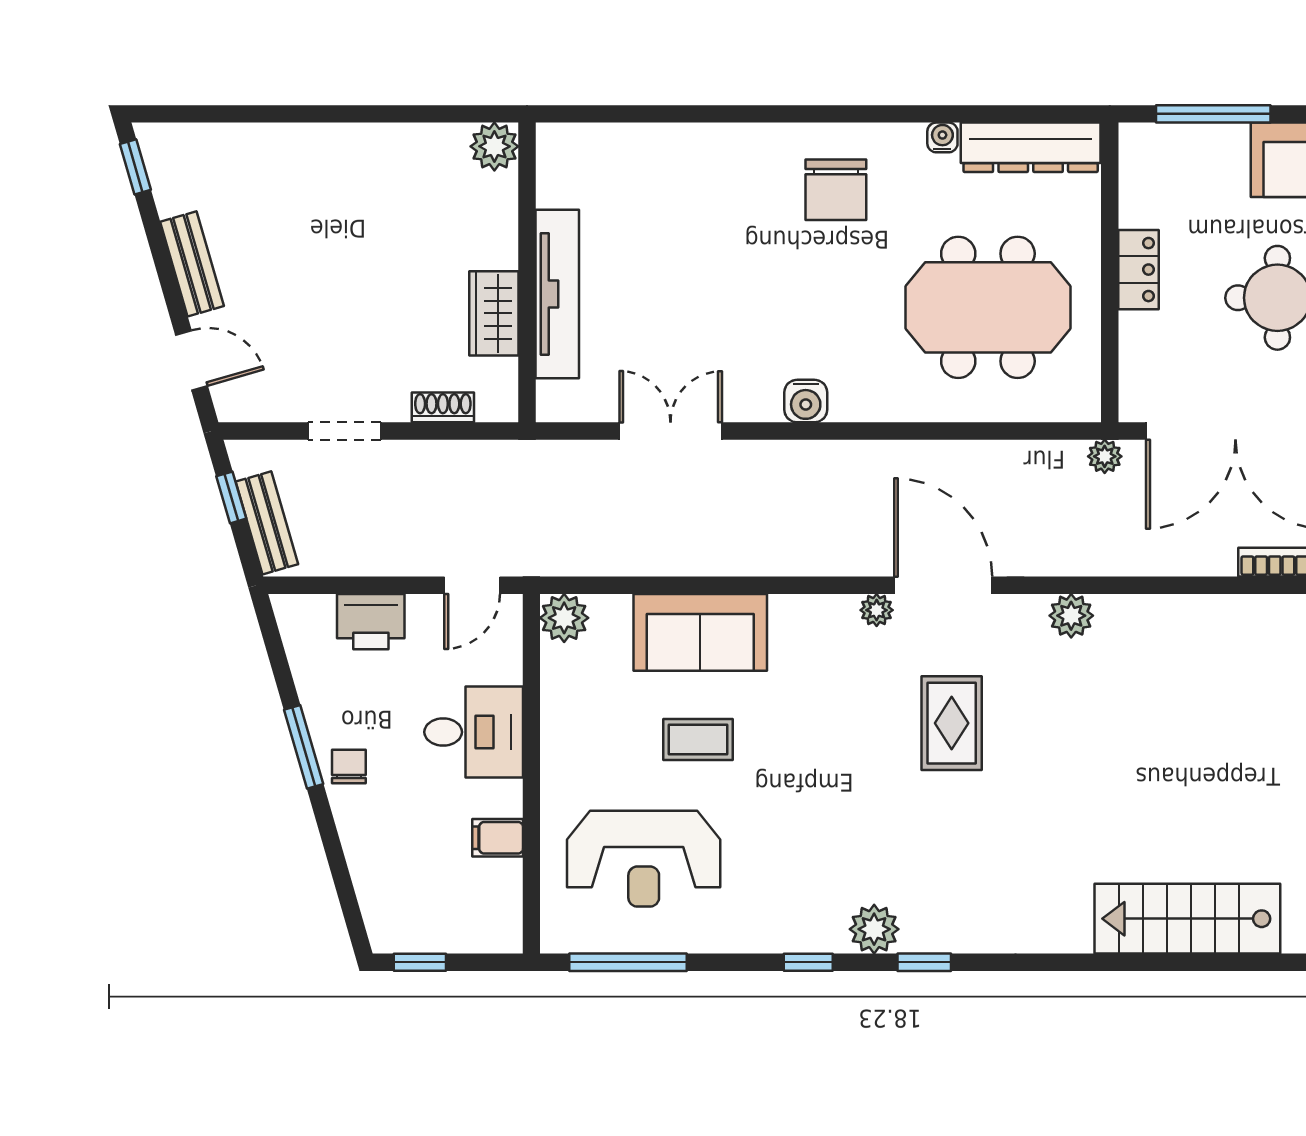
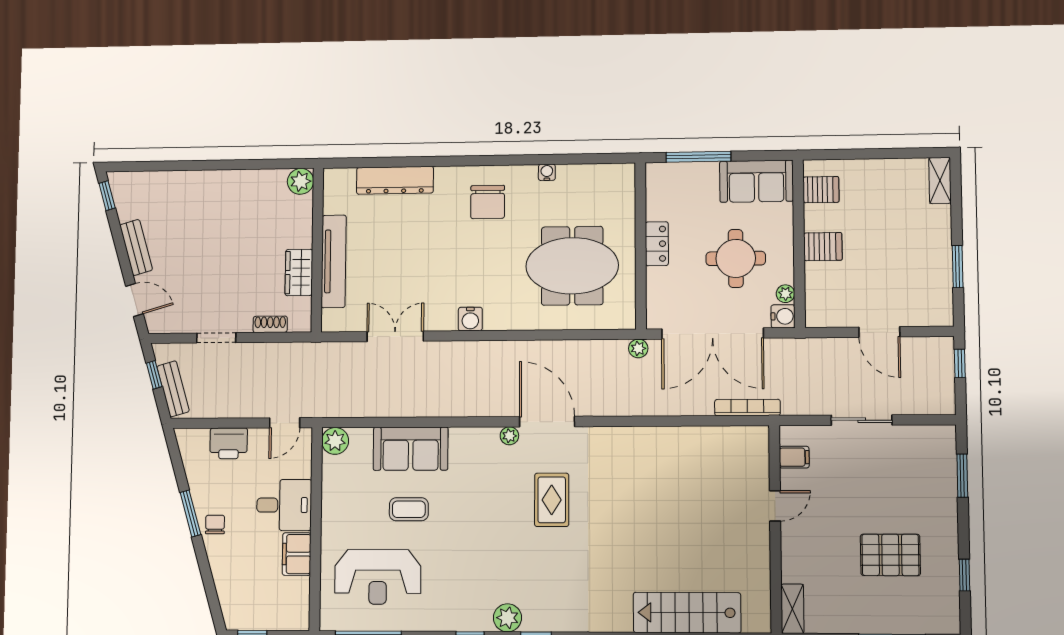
dresser: (1031, 147) -> (395, 180), moved
plant: (1071, 616) -> (620, 439), removed
filing cabinet: (498, 838) -> (297, 554), width x2.00

